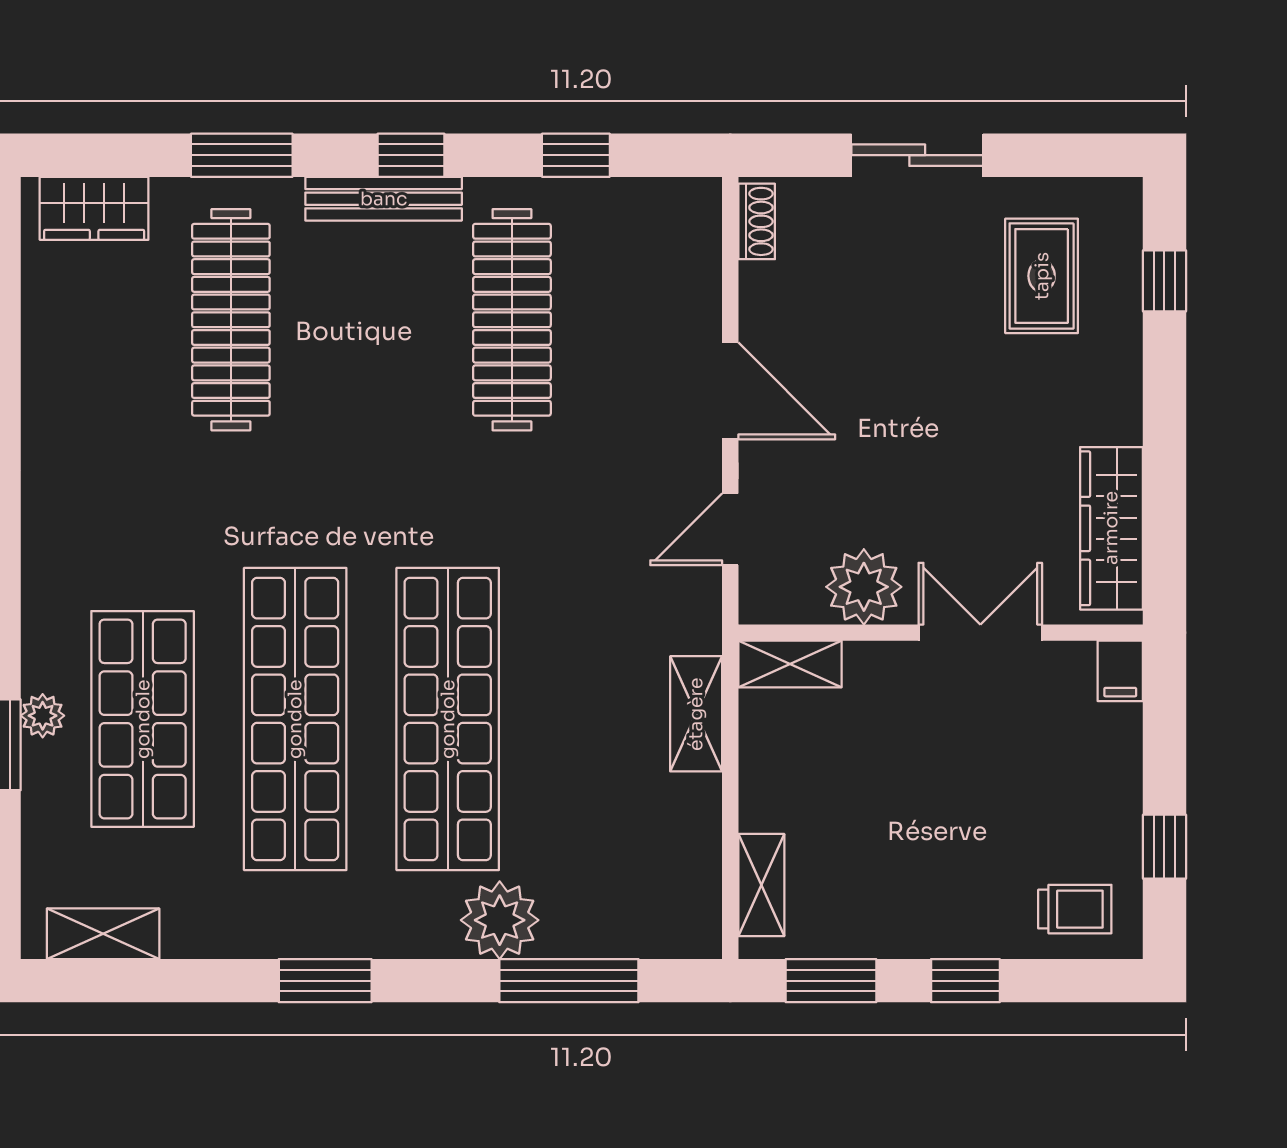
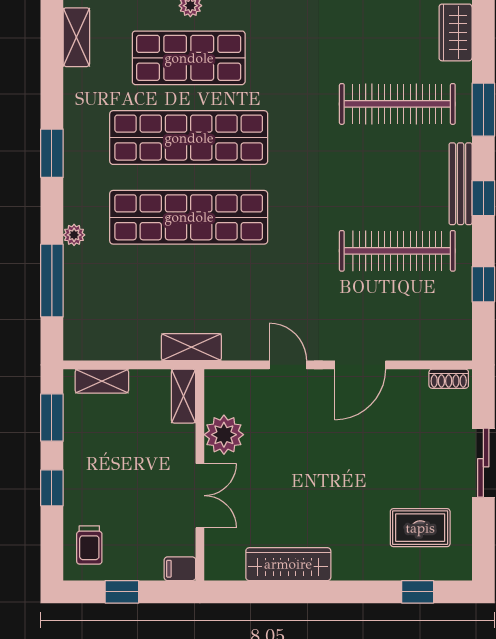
plant: (864, 587) -> (224, 435), moved
wall: (941, 633) -> (200, 475), moved
double door: (980, 633) -> (200, 496), moved
shelving: (790, 664) -> (184, 396), moved
filing cabinet: (1120, 671) -> (180, 569), moved
plant: (500, 920) -> (74, 235), width x0.53, depth x0.53

